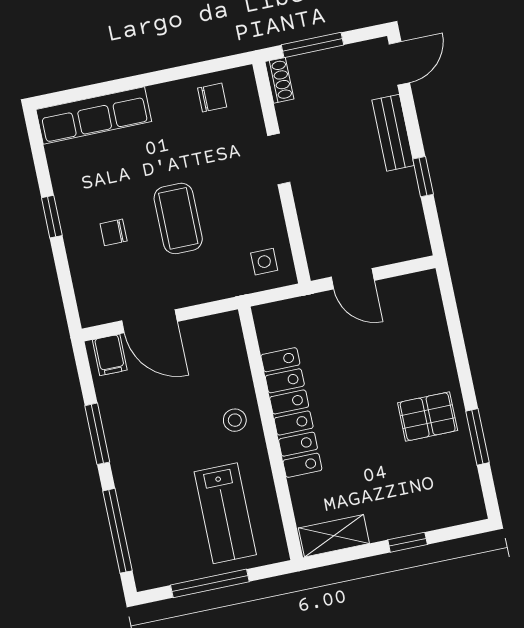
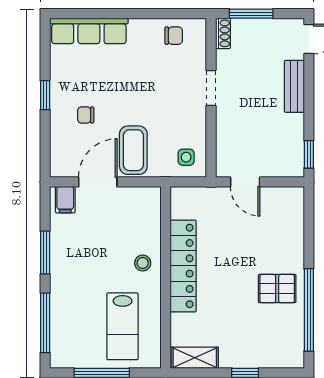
window: (423, 177) -> (309, 154), moved
coffee table: (178, 218) -> (133, 150), moved
door: (150, 321) -> (98, 182), swing flipped
window: (477, 437) -> (309, 310), width x2.11

